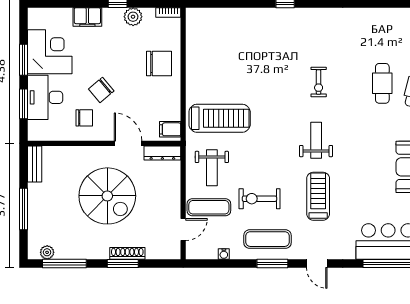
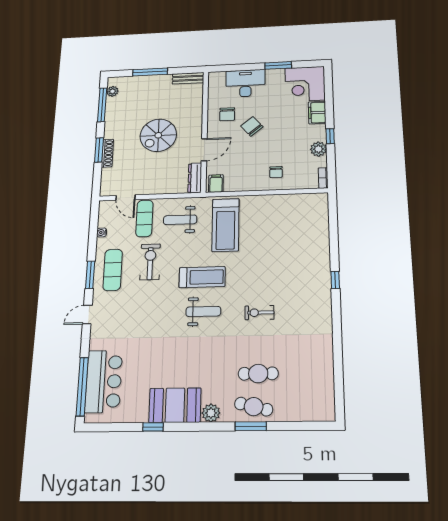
corner desk: (50, 52) -> (305, 84), moved, turned 90
chair: (159, 63) -> (276, 172), width x0.54, depth x0.54
window: (24, 104) -> (240, 67), removed
spiral stairs: (107, 196) -> (158, 135), width x0.73, depth x0.73
treadmill: (318, 196) -> (202, 277), moved

